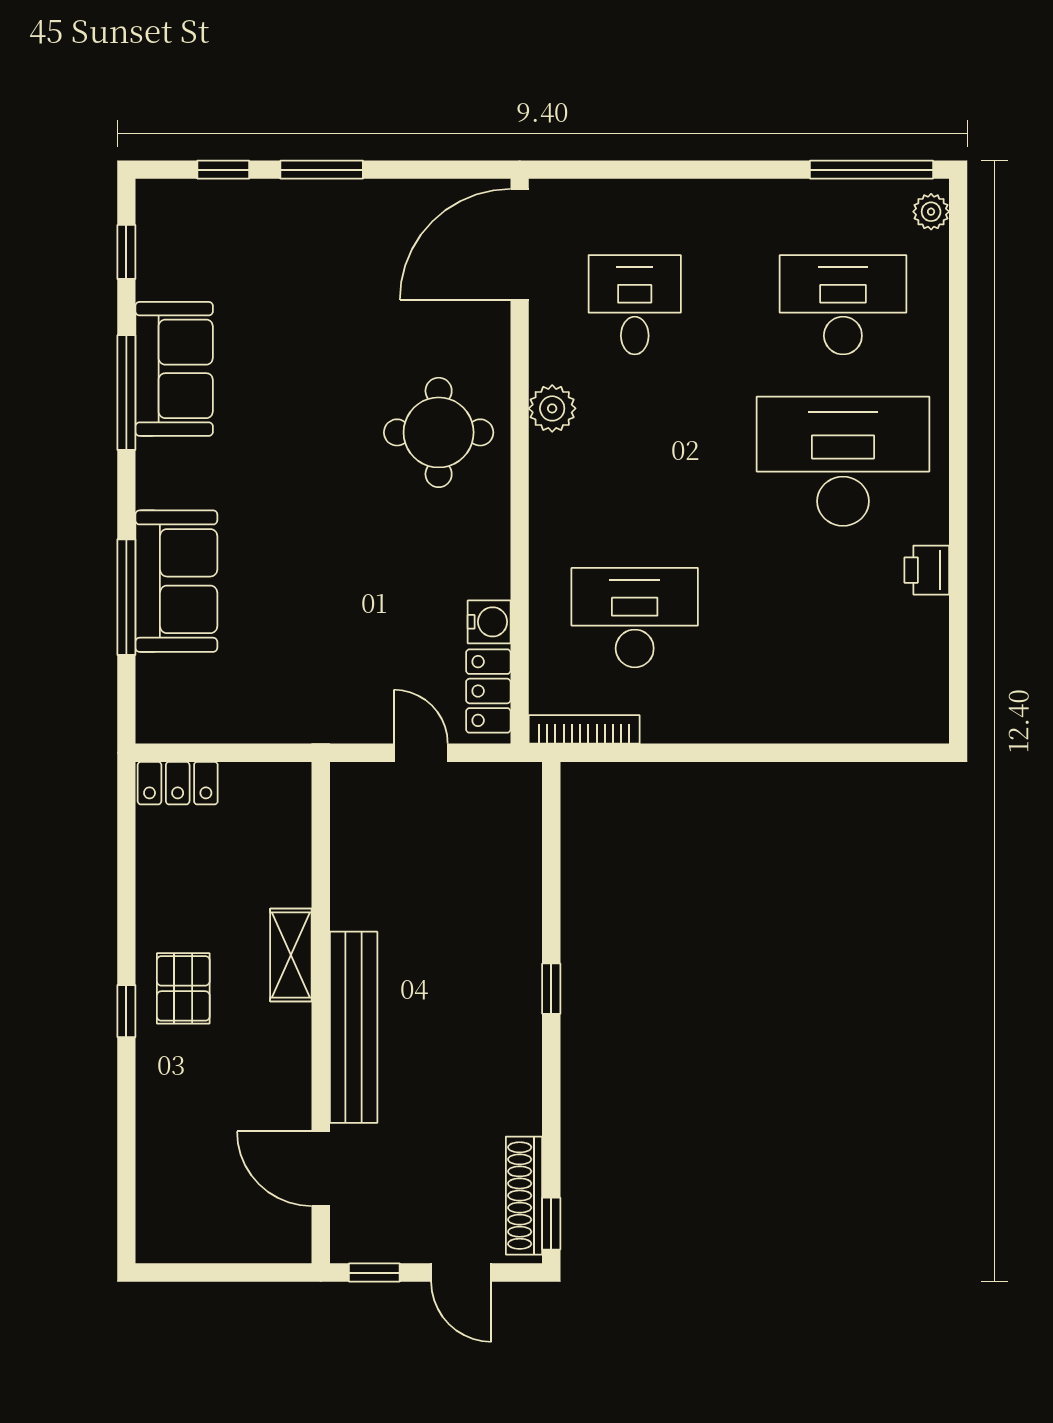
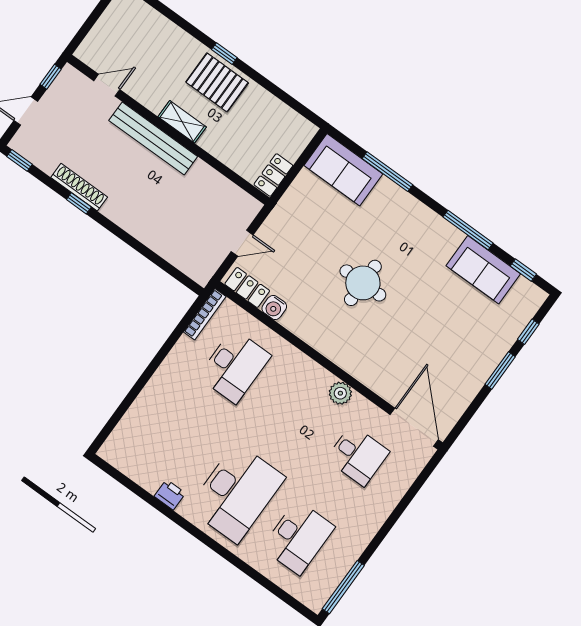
plant: (931, 212) -> (310, 599), removed
sofa: (174, 369) -> (483, 270), moved
round table: (439, 432) -> (363, 283), moved
sofa: (176, 581) -> (343, 170), moved
locker: (178, 783) -> (273, 175), moved
shelving: (291, 955) -> (182, 122), moved
pallet: (183, 988) -> (217, 82), width x1.50, depth x1.42
window: (551, 989) -> (79, 203), moved
door: (321, 1169) -> (107, 85), width x0.73
shoe rack: (524, 1196) -> (79, 187), moved

